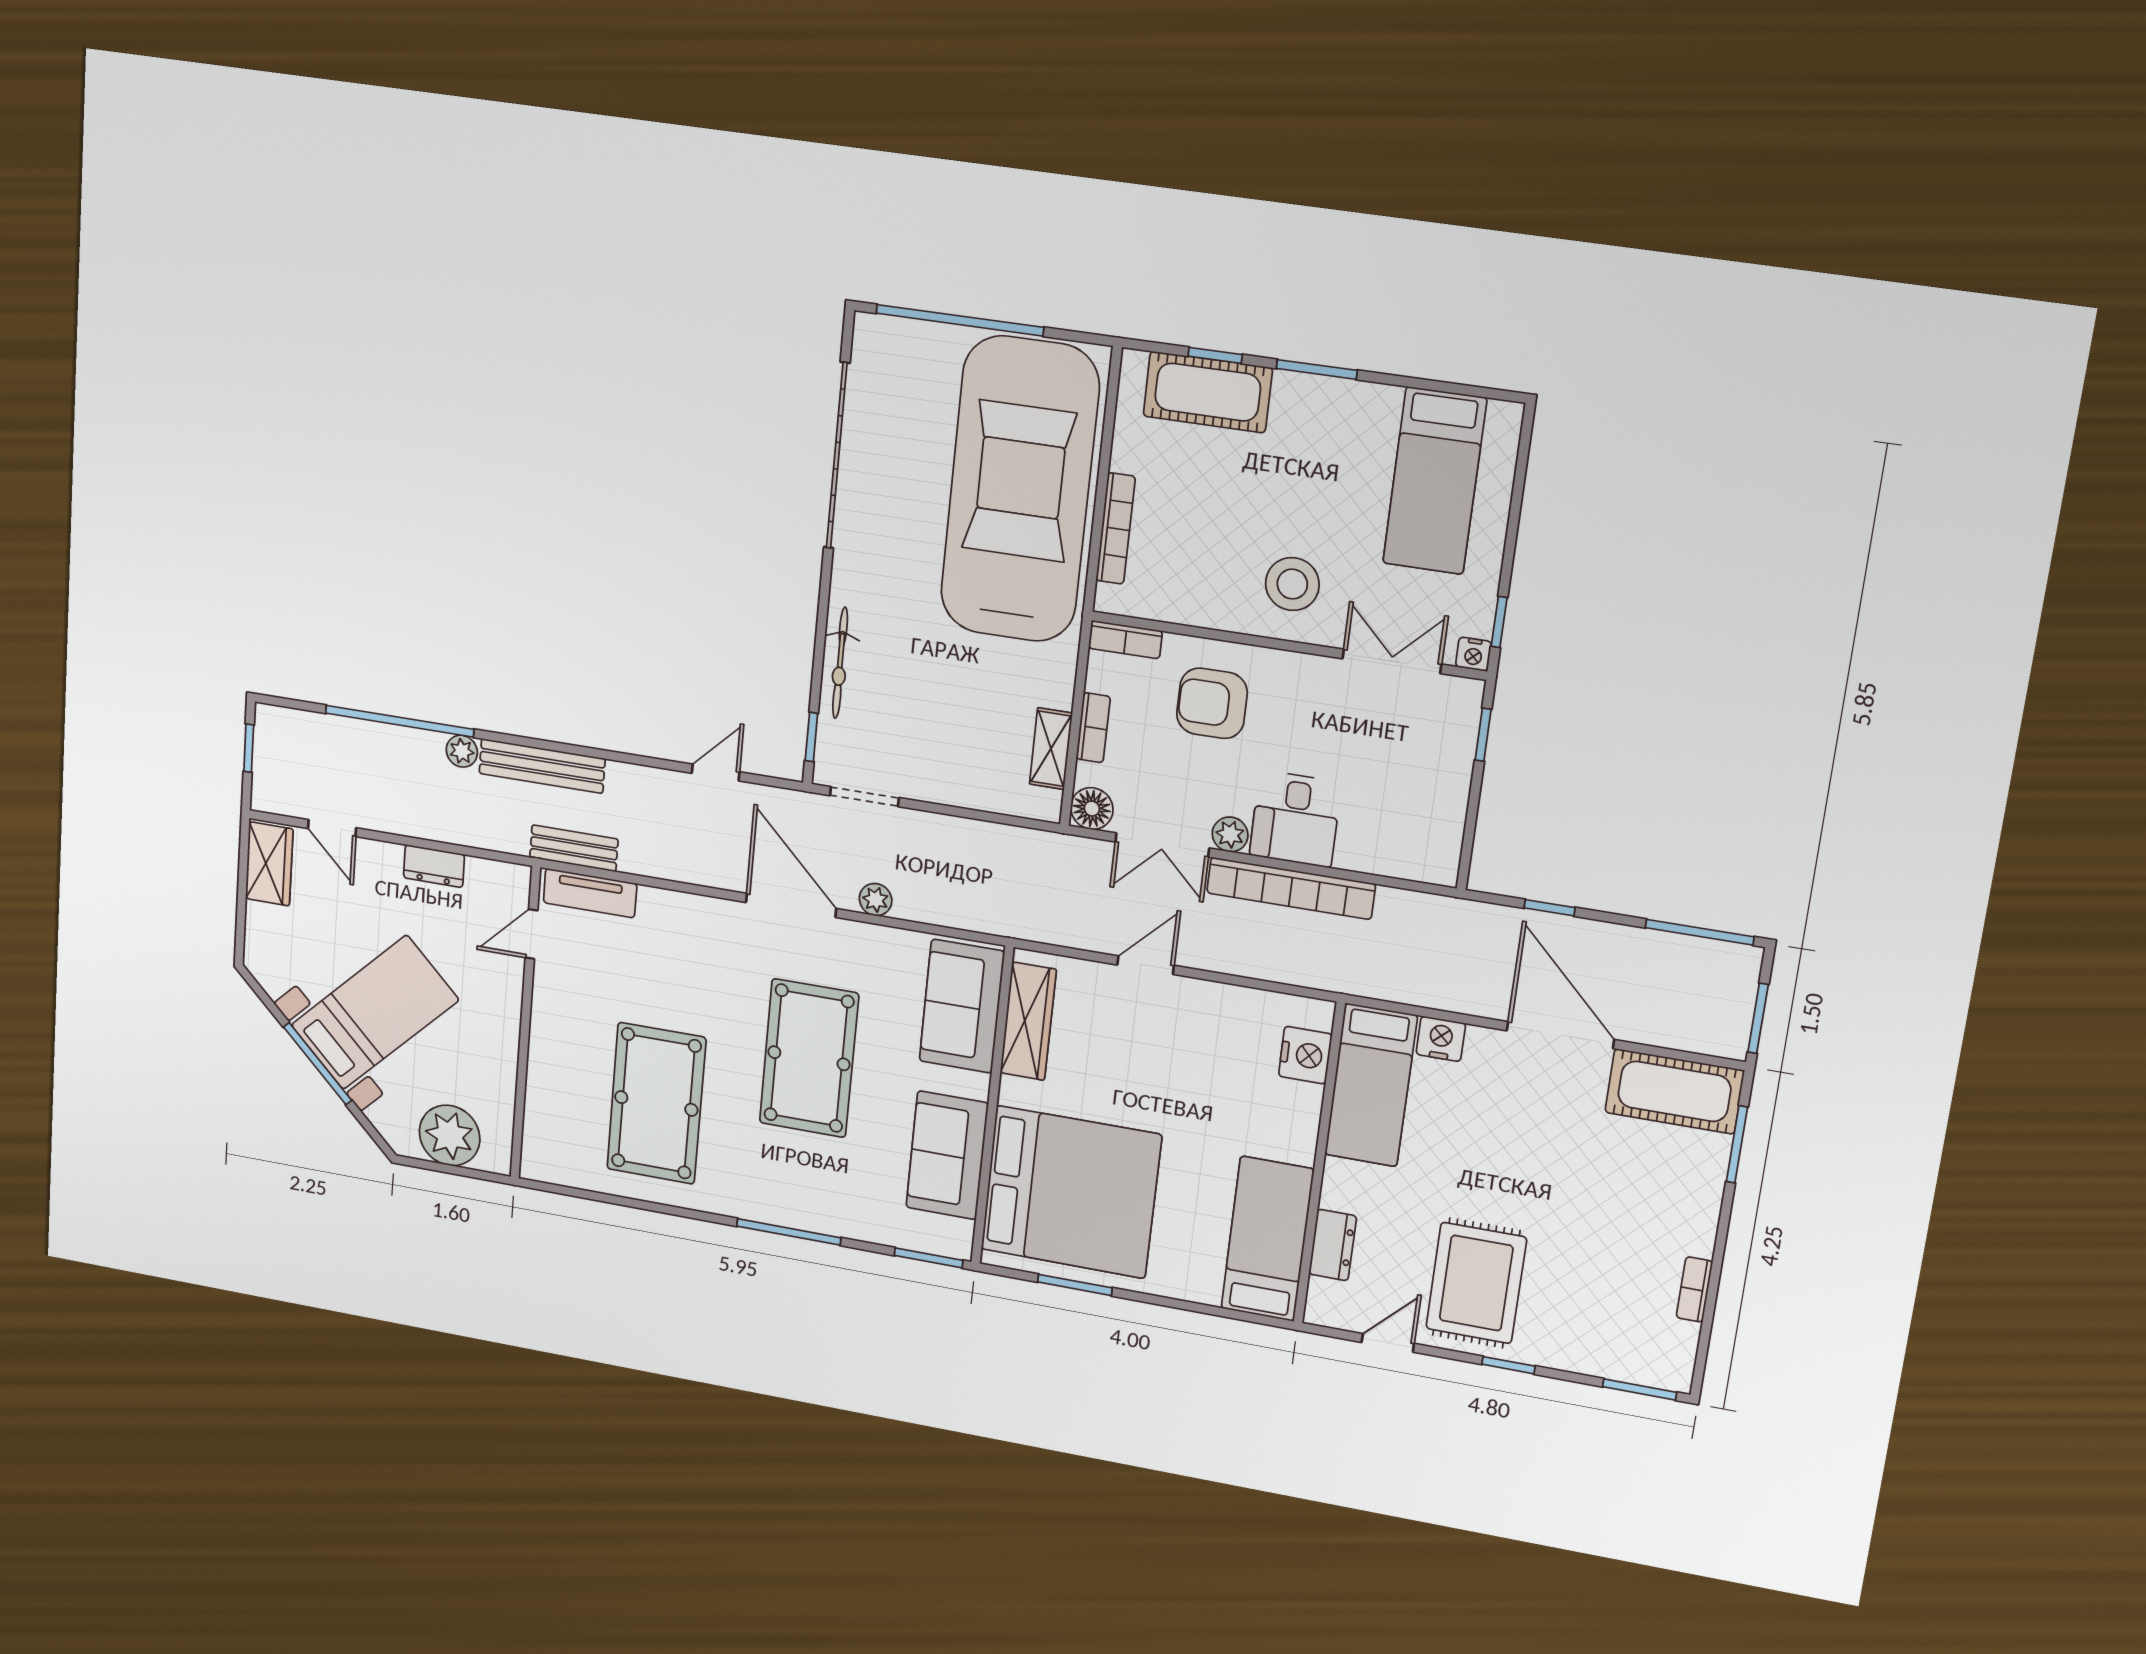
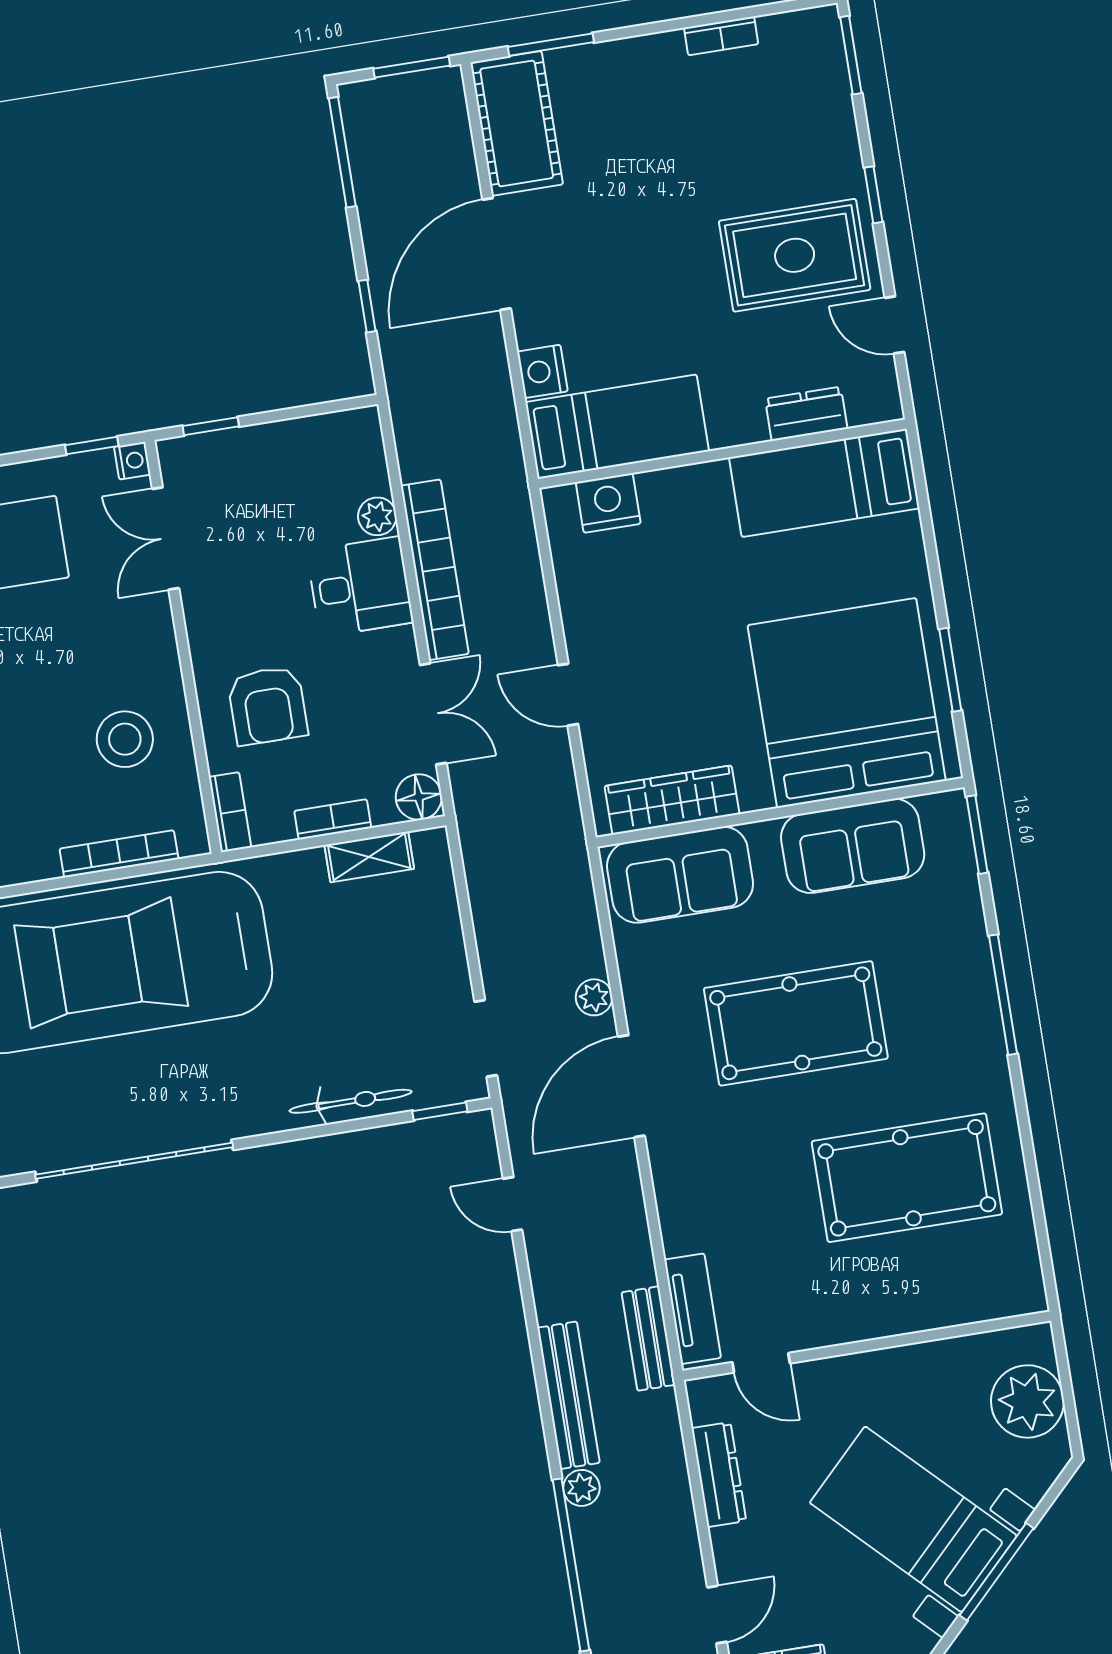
stool: (1292, 584) -> (125, 739), moved
plant: (1230, 834) -> (377, 516), moved
dresser: (434, 866) -> (719, 1475), width x1.44

